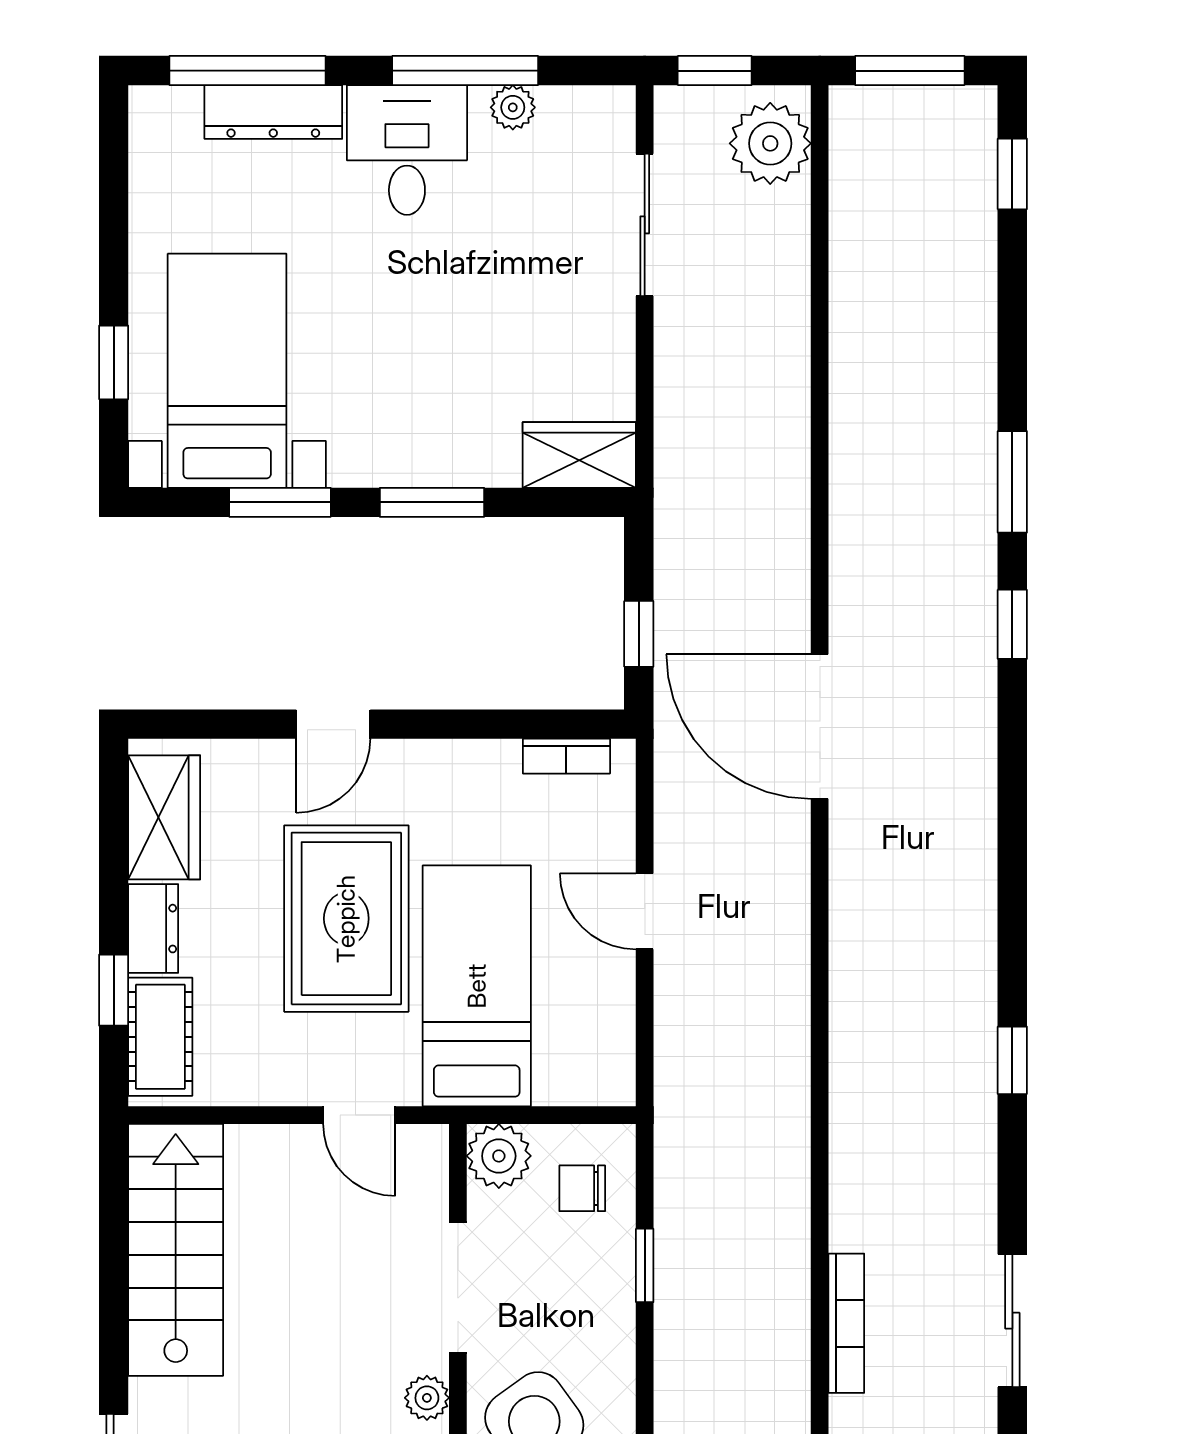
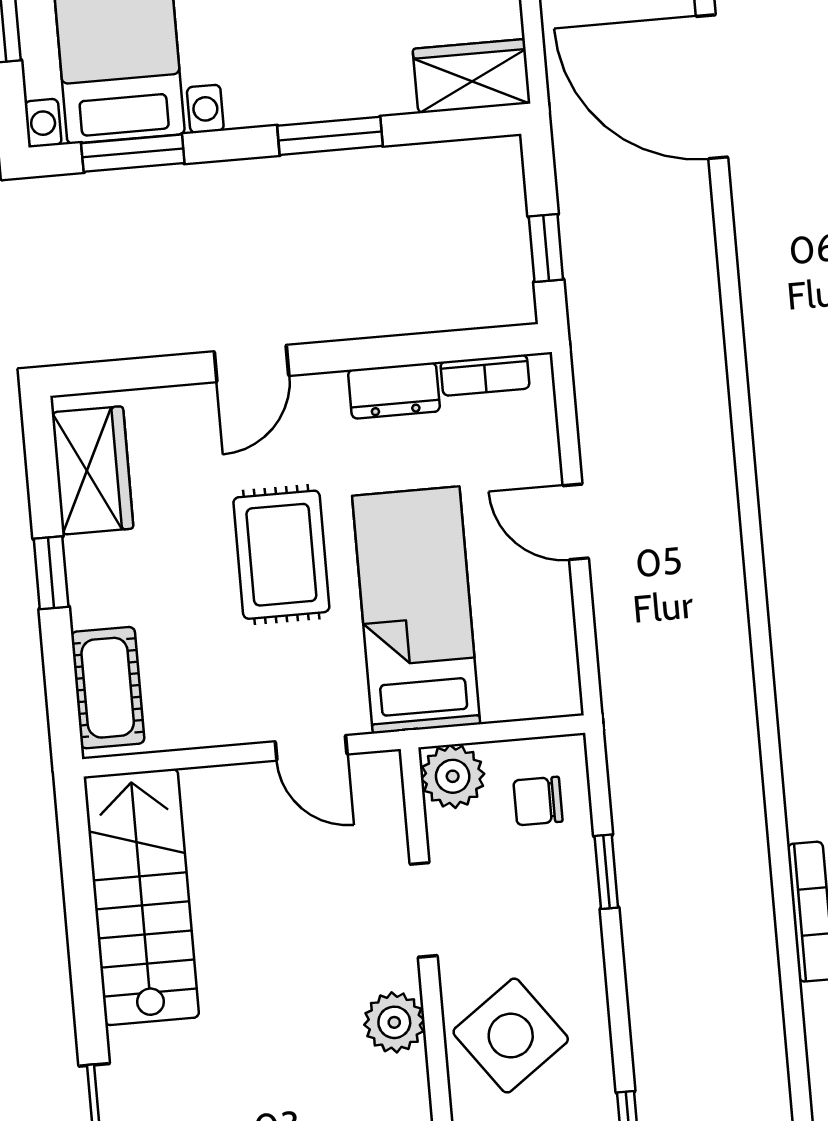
window: (280, 502) -> (133, 153), moved
door: (820, 727) -> (712, 87), moved
rug: (346, 919) -> (281, 555), width x0.73, depth x0.70
dresser: (153, 929) -> (394, 391), moved, turned 90
window: (114, 990) -> (51, 573), moved
doorway: (458, 1288) -> (424, 910), width x0.73
plant: (427, 1398) -> (394, 1022), width x1.38, depth x1.38

